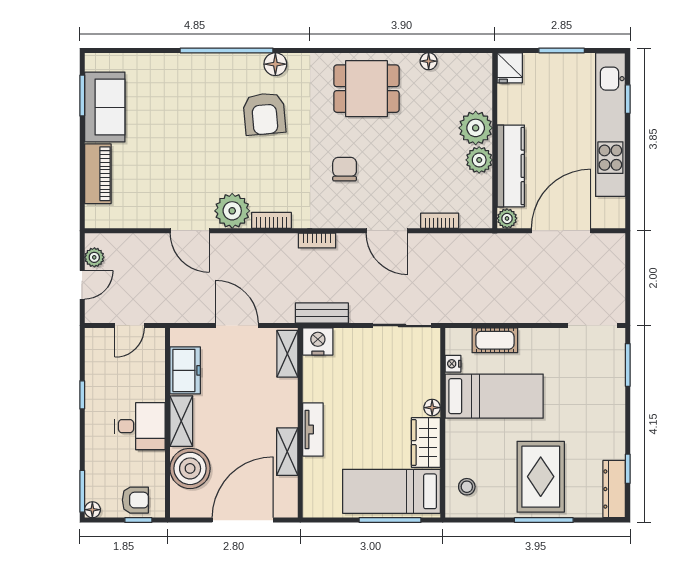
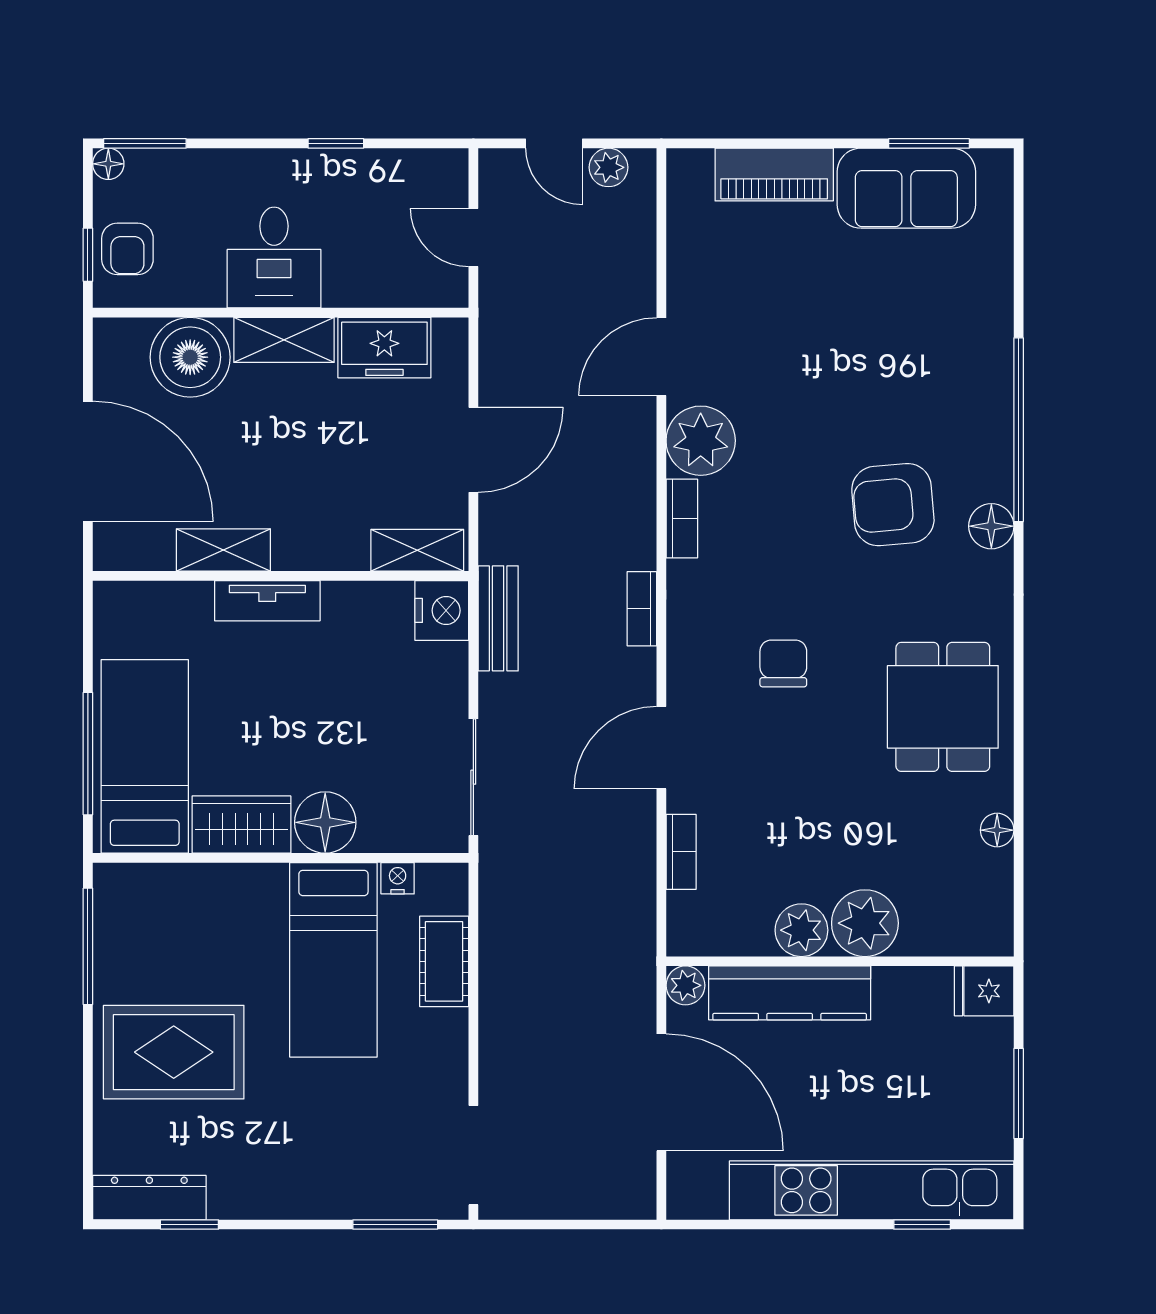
chair: (345, 169) -> (783, 663), turned -90
floor lamp: (432, 408) -> (325, 822), width x1.89, depth x1.89
stool: (467, 487) -> (154, 906), removed
window: (544, 520) -> (88, 946), moved

